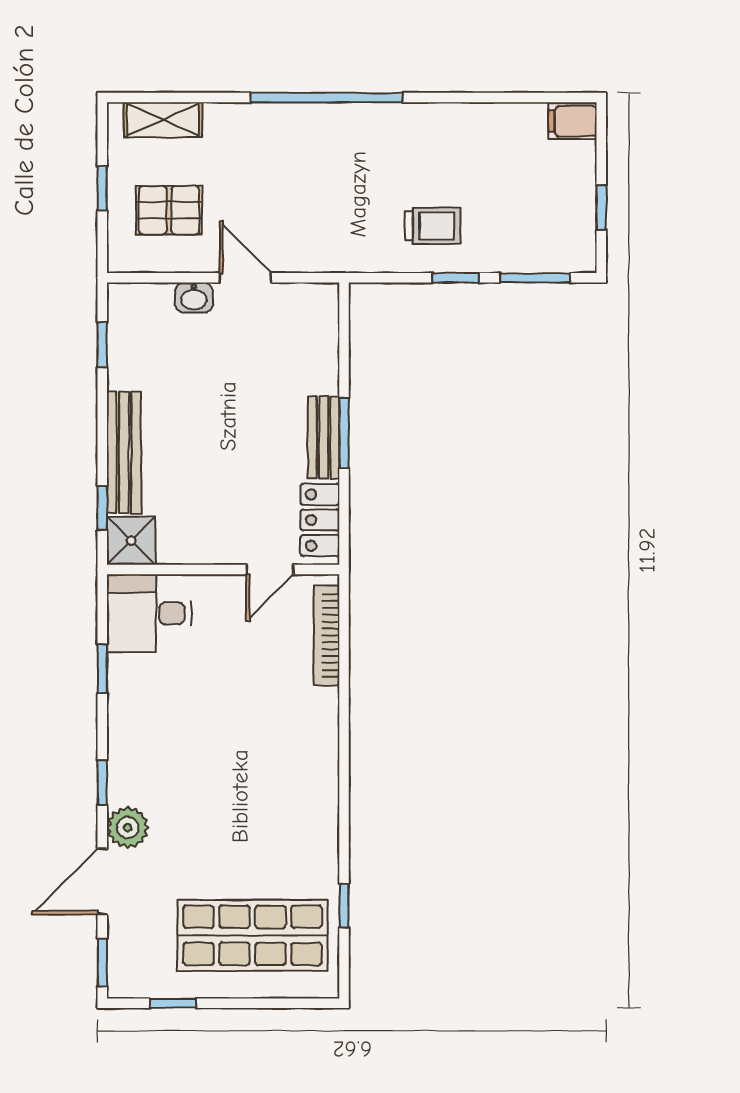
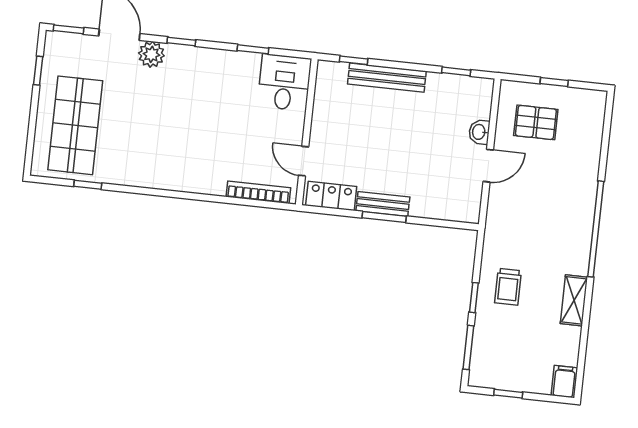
shelving: (163, 120) -> (574, 300), moved
pallet: (169, 210) -> (536, 122), turned 90
shower: (131, 541) -> (331, 76), removed

